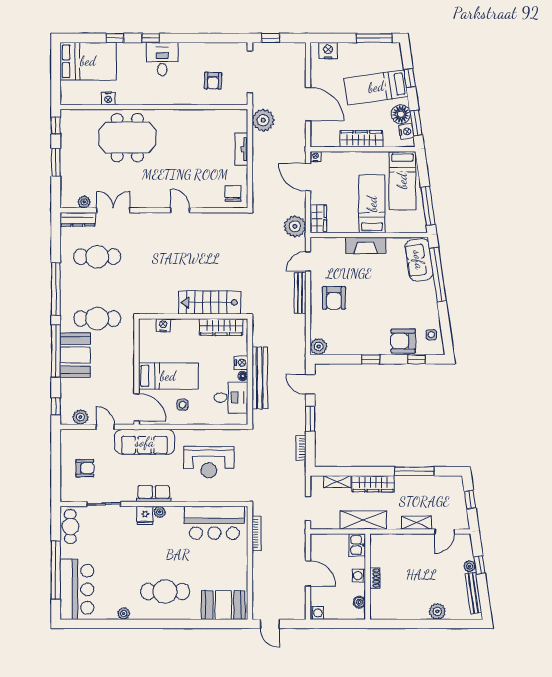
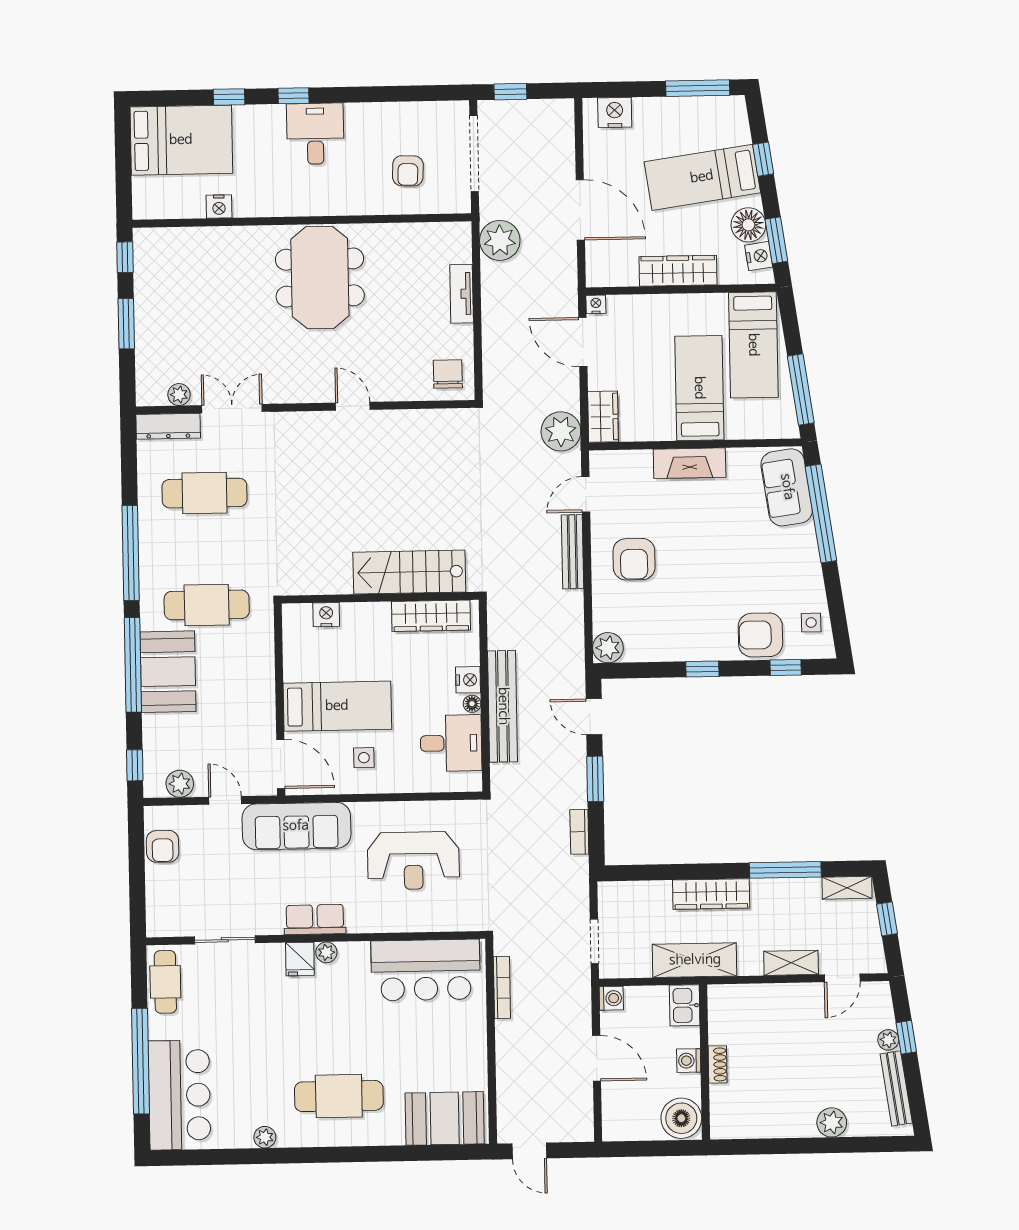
meeting table: (127, 138) -> (320, 277), moved, turned 90
armchair: (85, 468) -> (163, 846), moved, turned 90
shelving: (337, 482) -> (847, 888), moved
boiler: (359, 602) -> (681, 1118), width x1.86, depth x1.86
washing machine: (317, 613) -> (611, 998), moved

